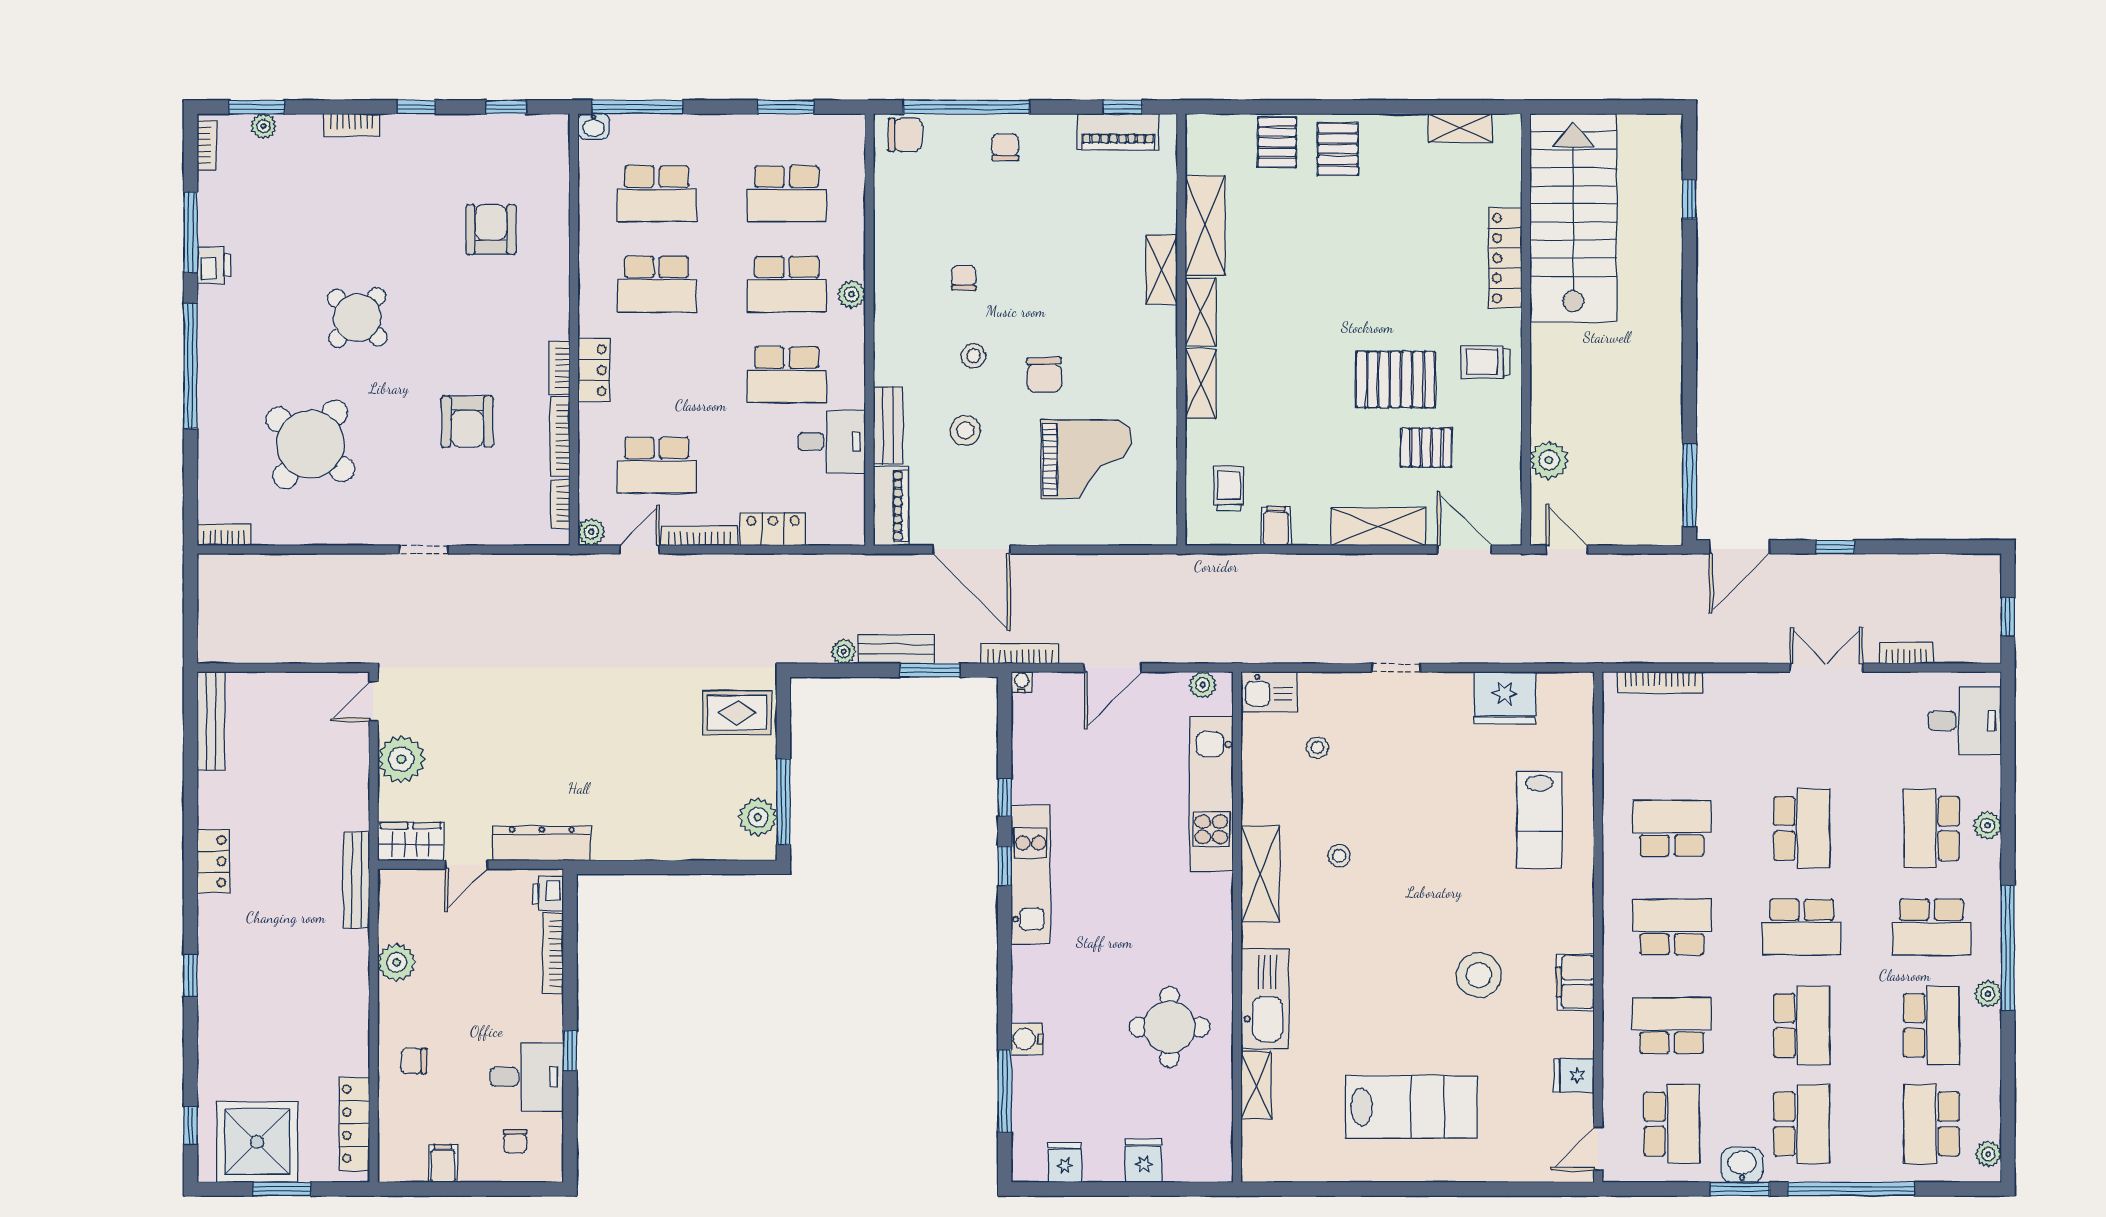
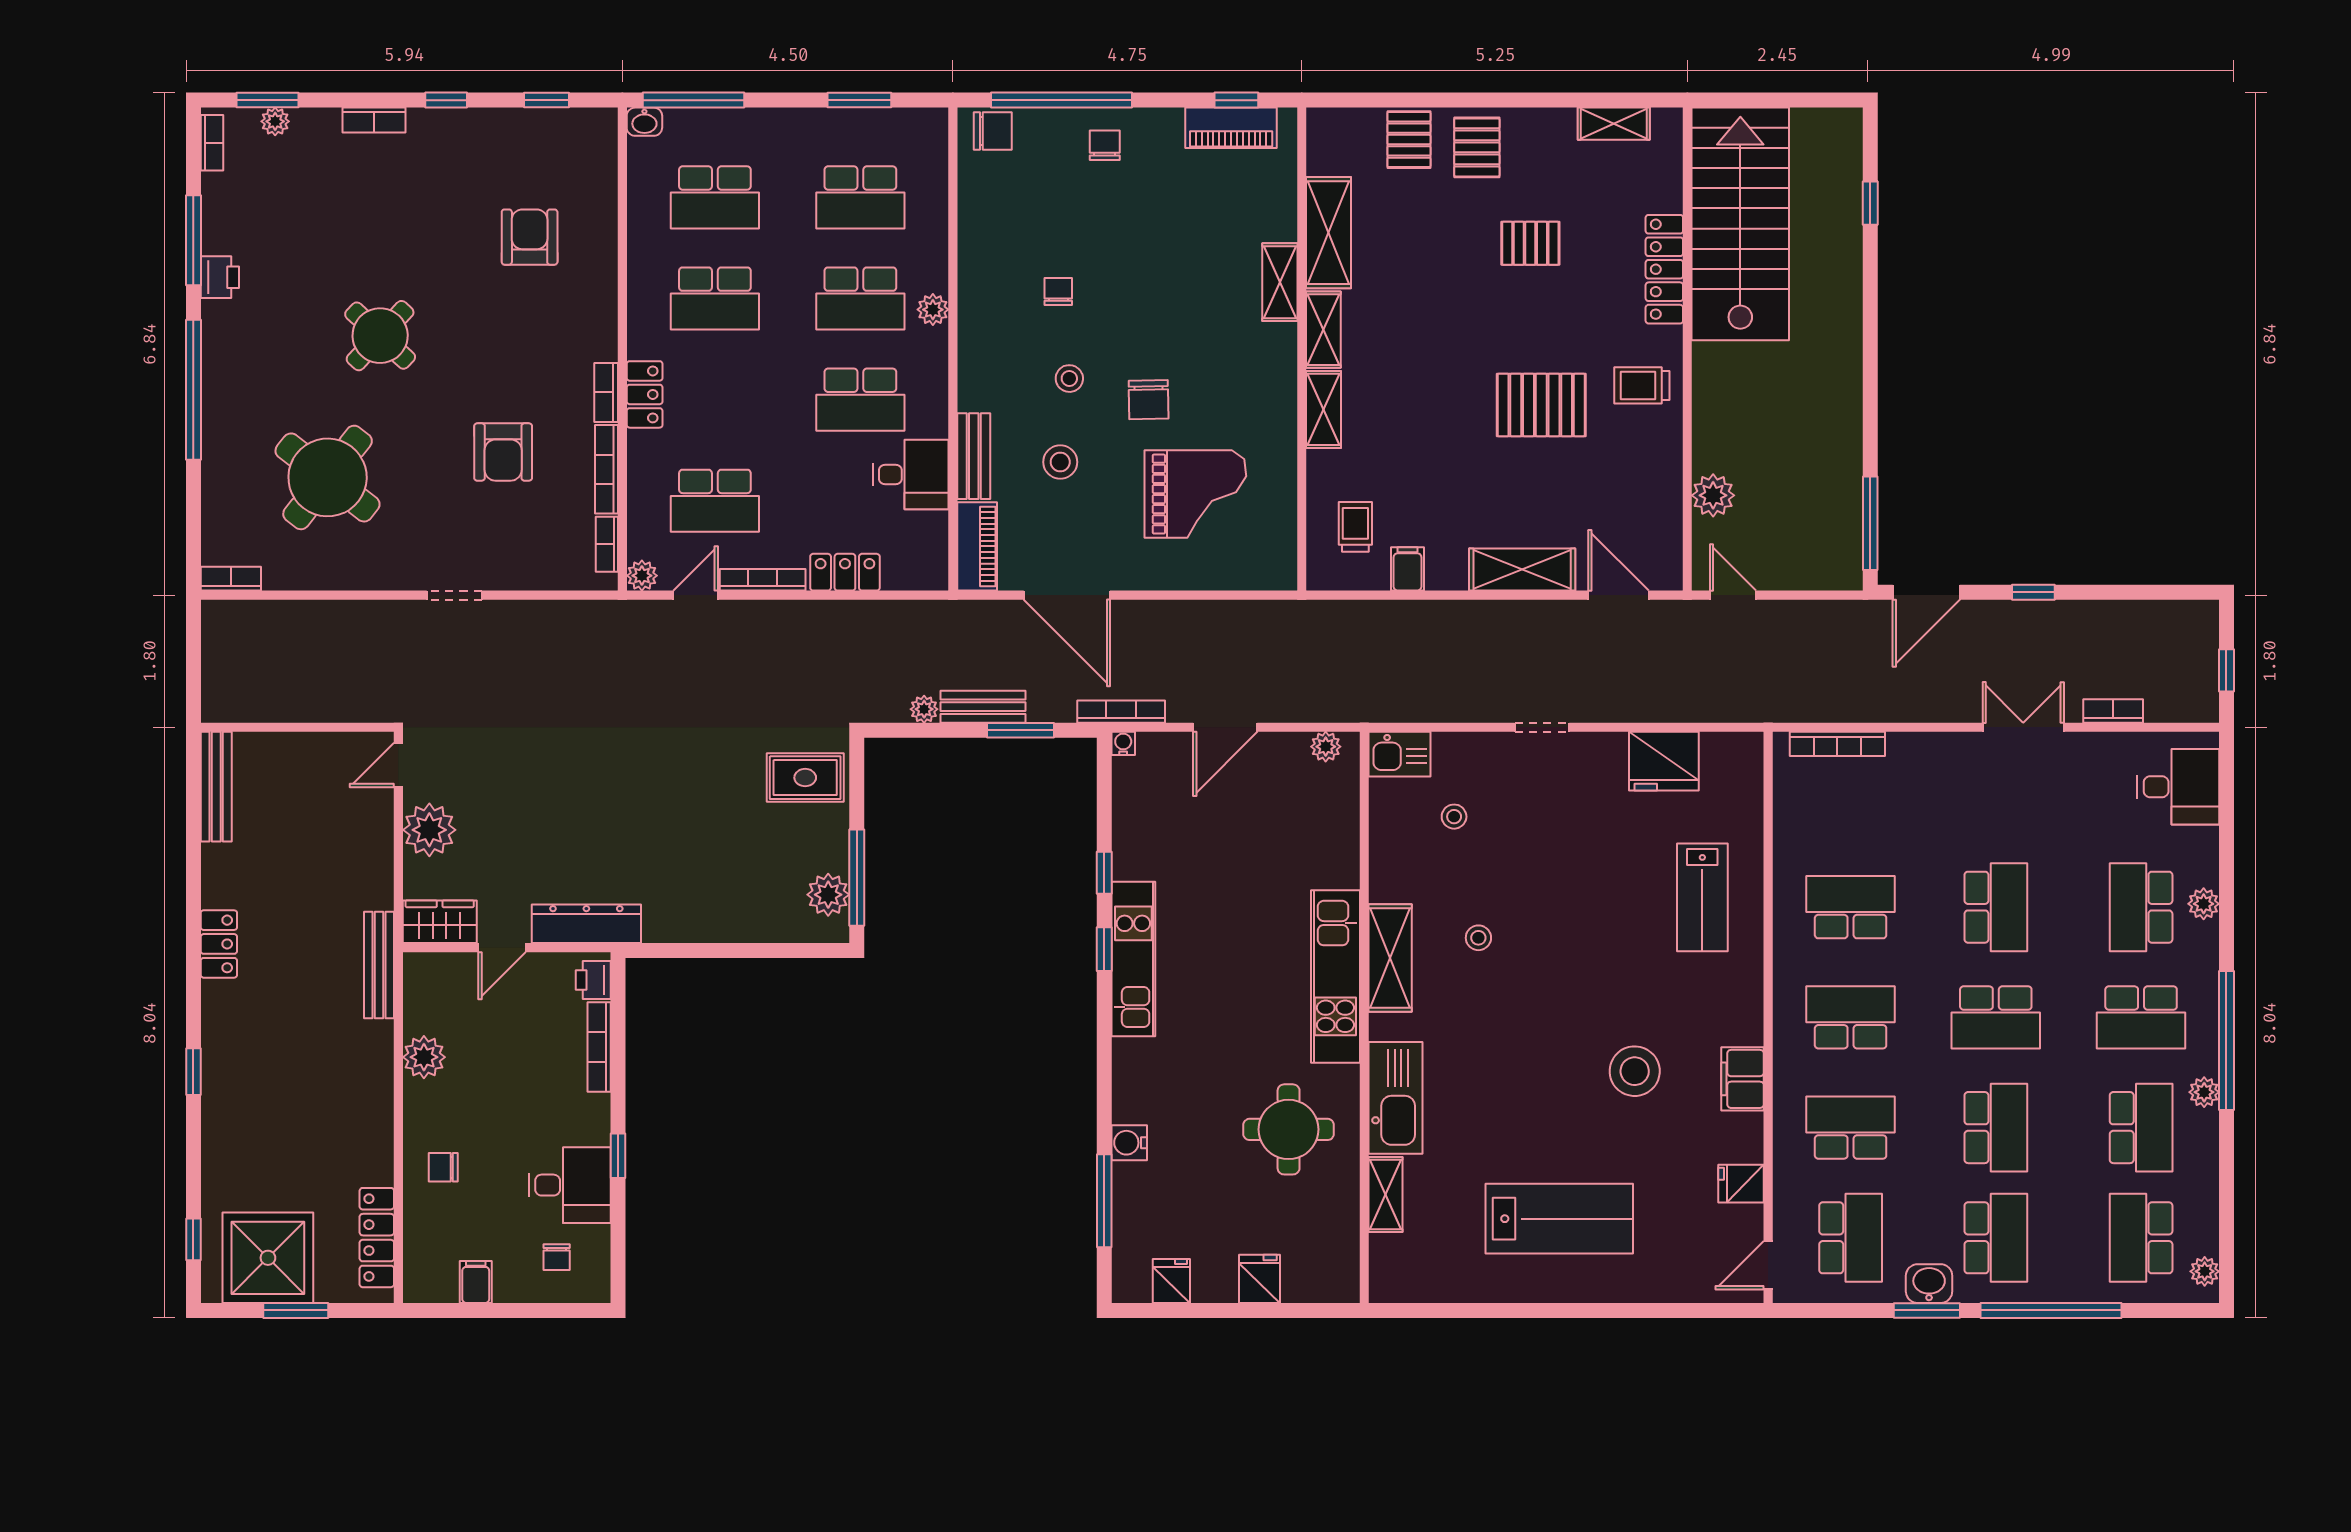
pallet: (1426, 448) -> (1530, 243), moved
kitchen unit: (1211, 794) -> (1335, 977), moved

